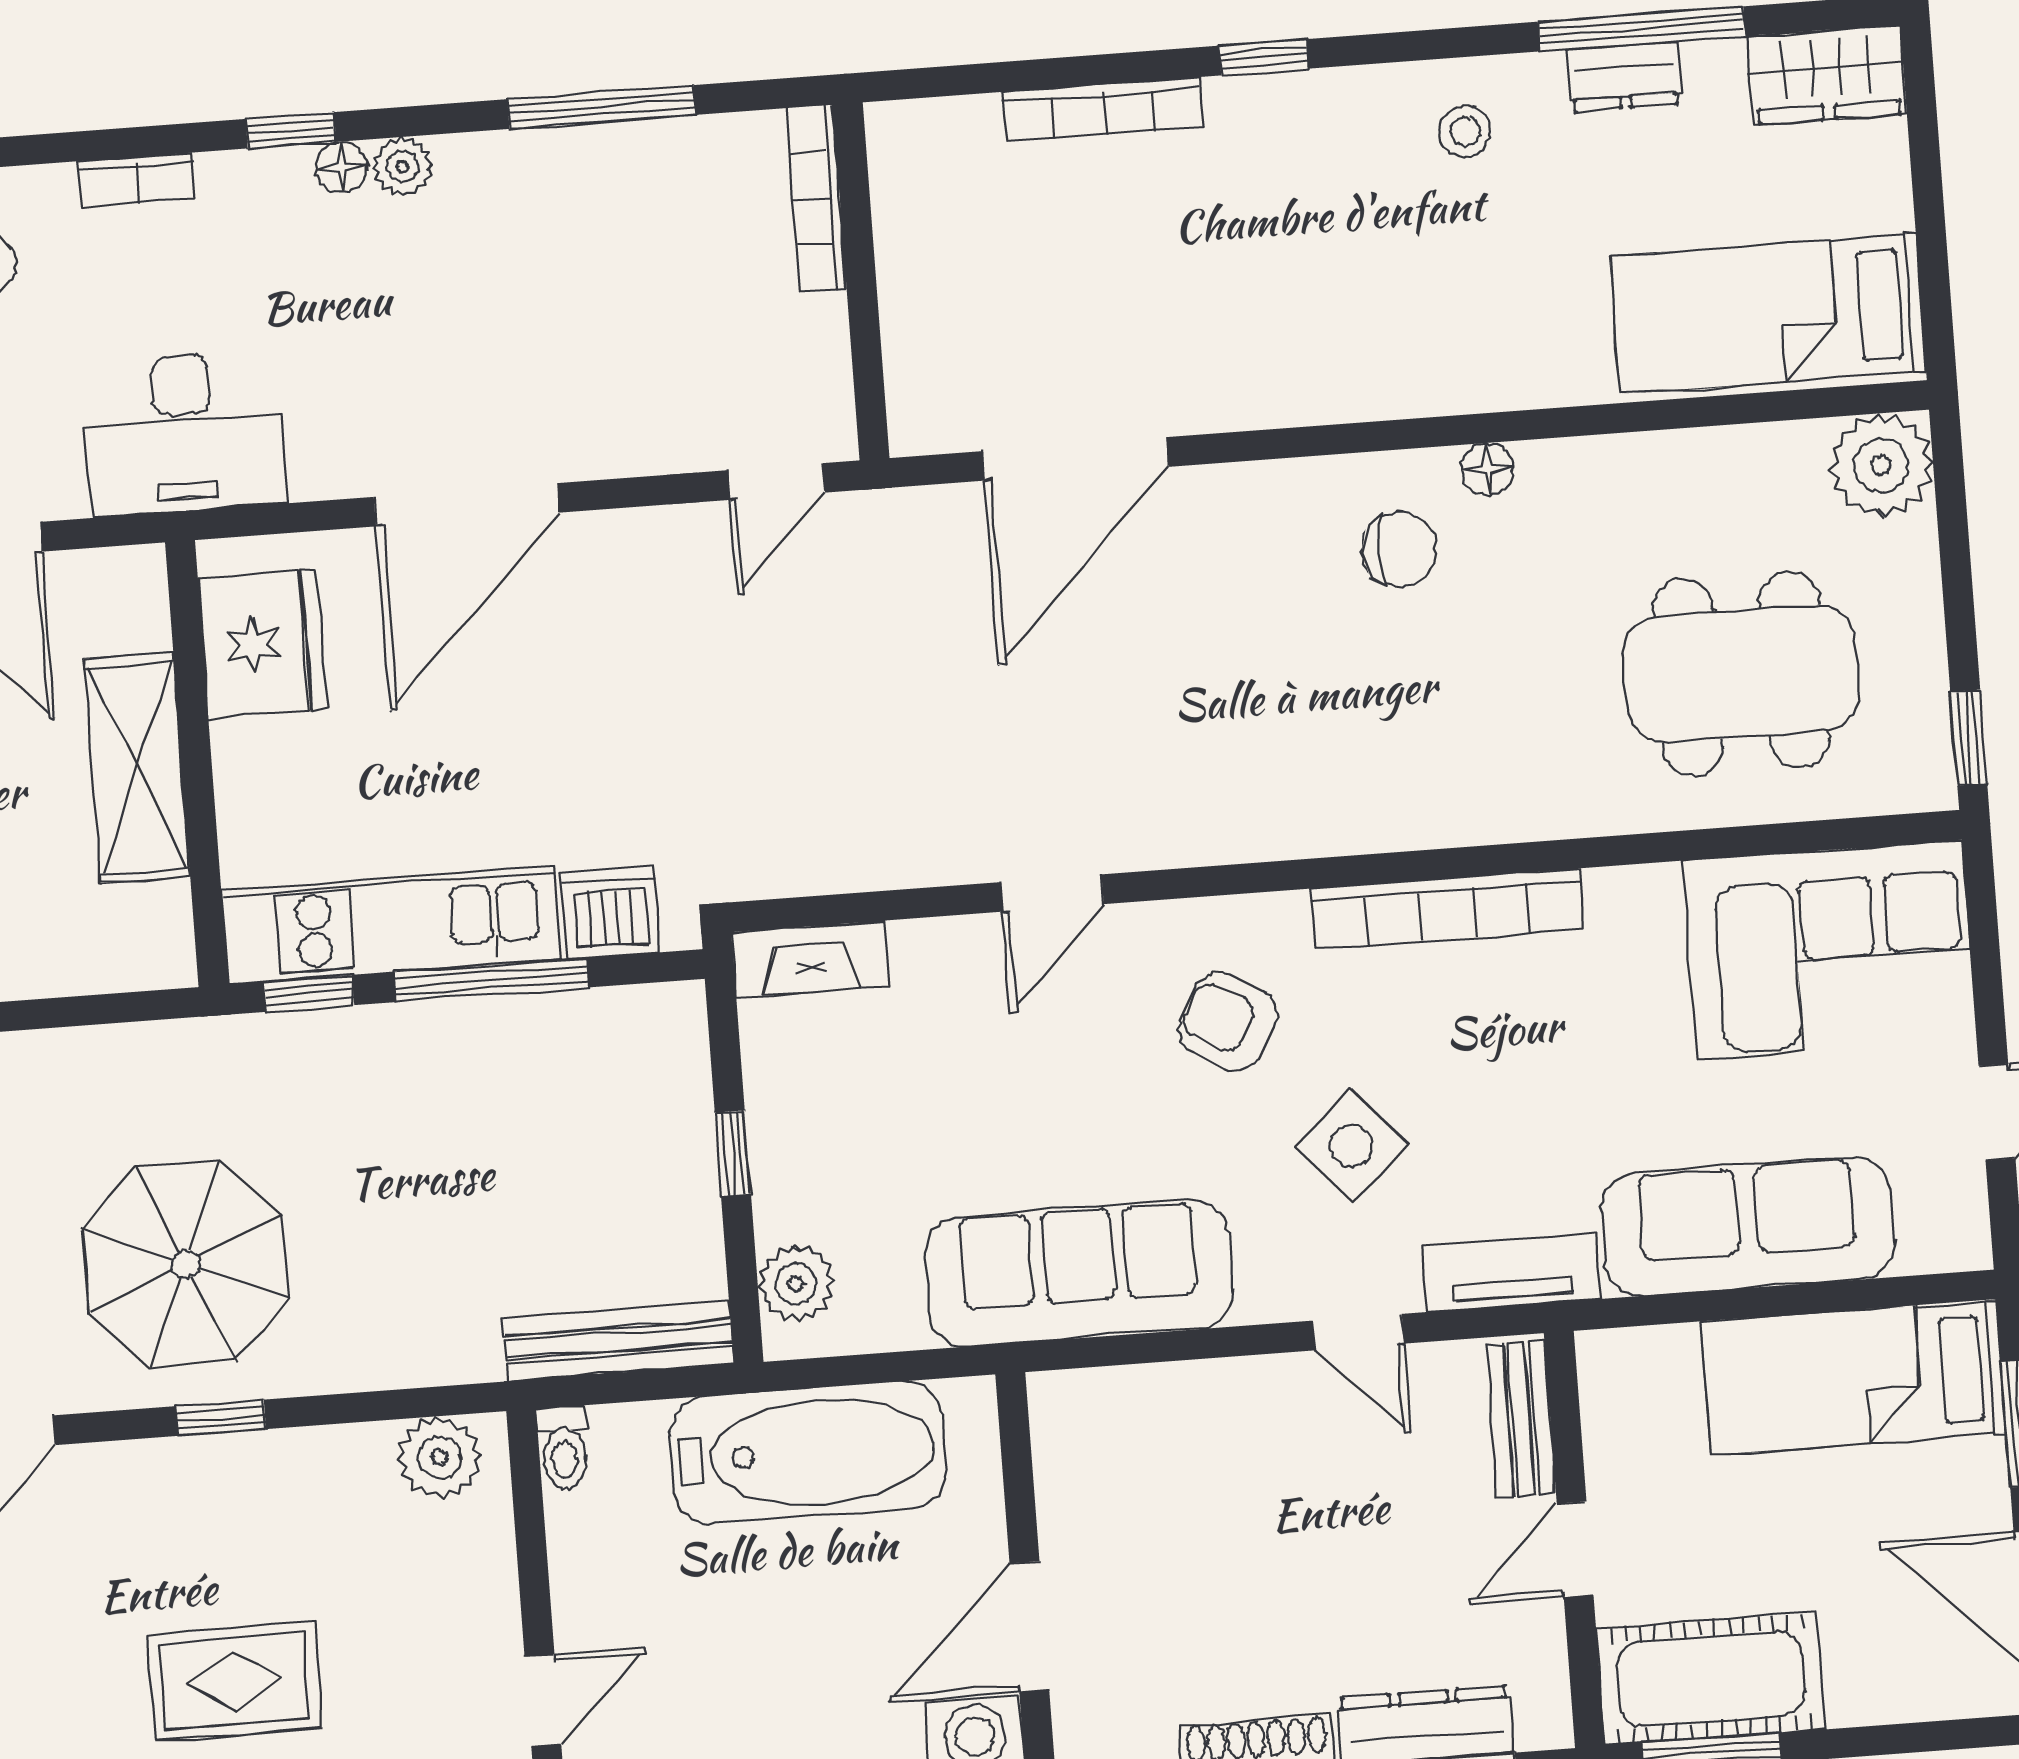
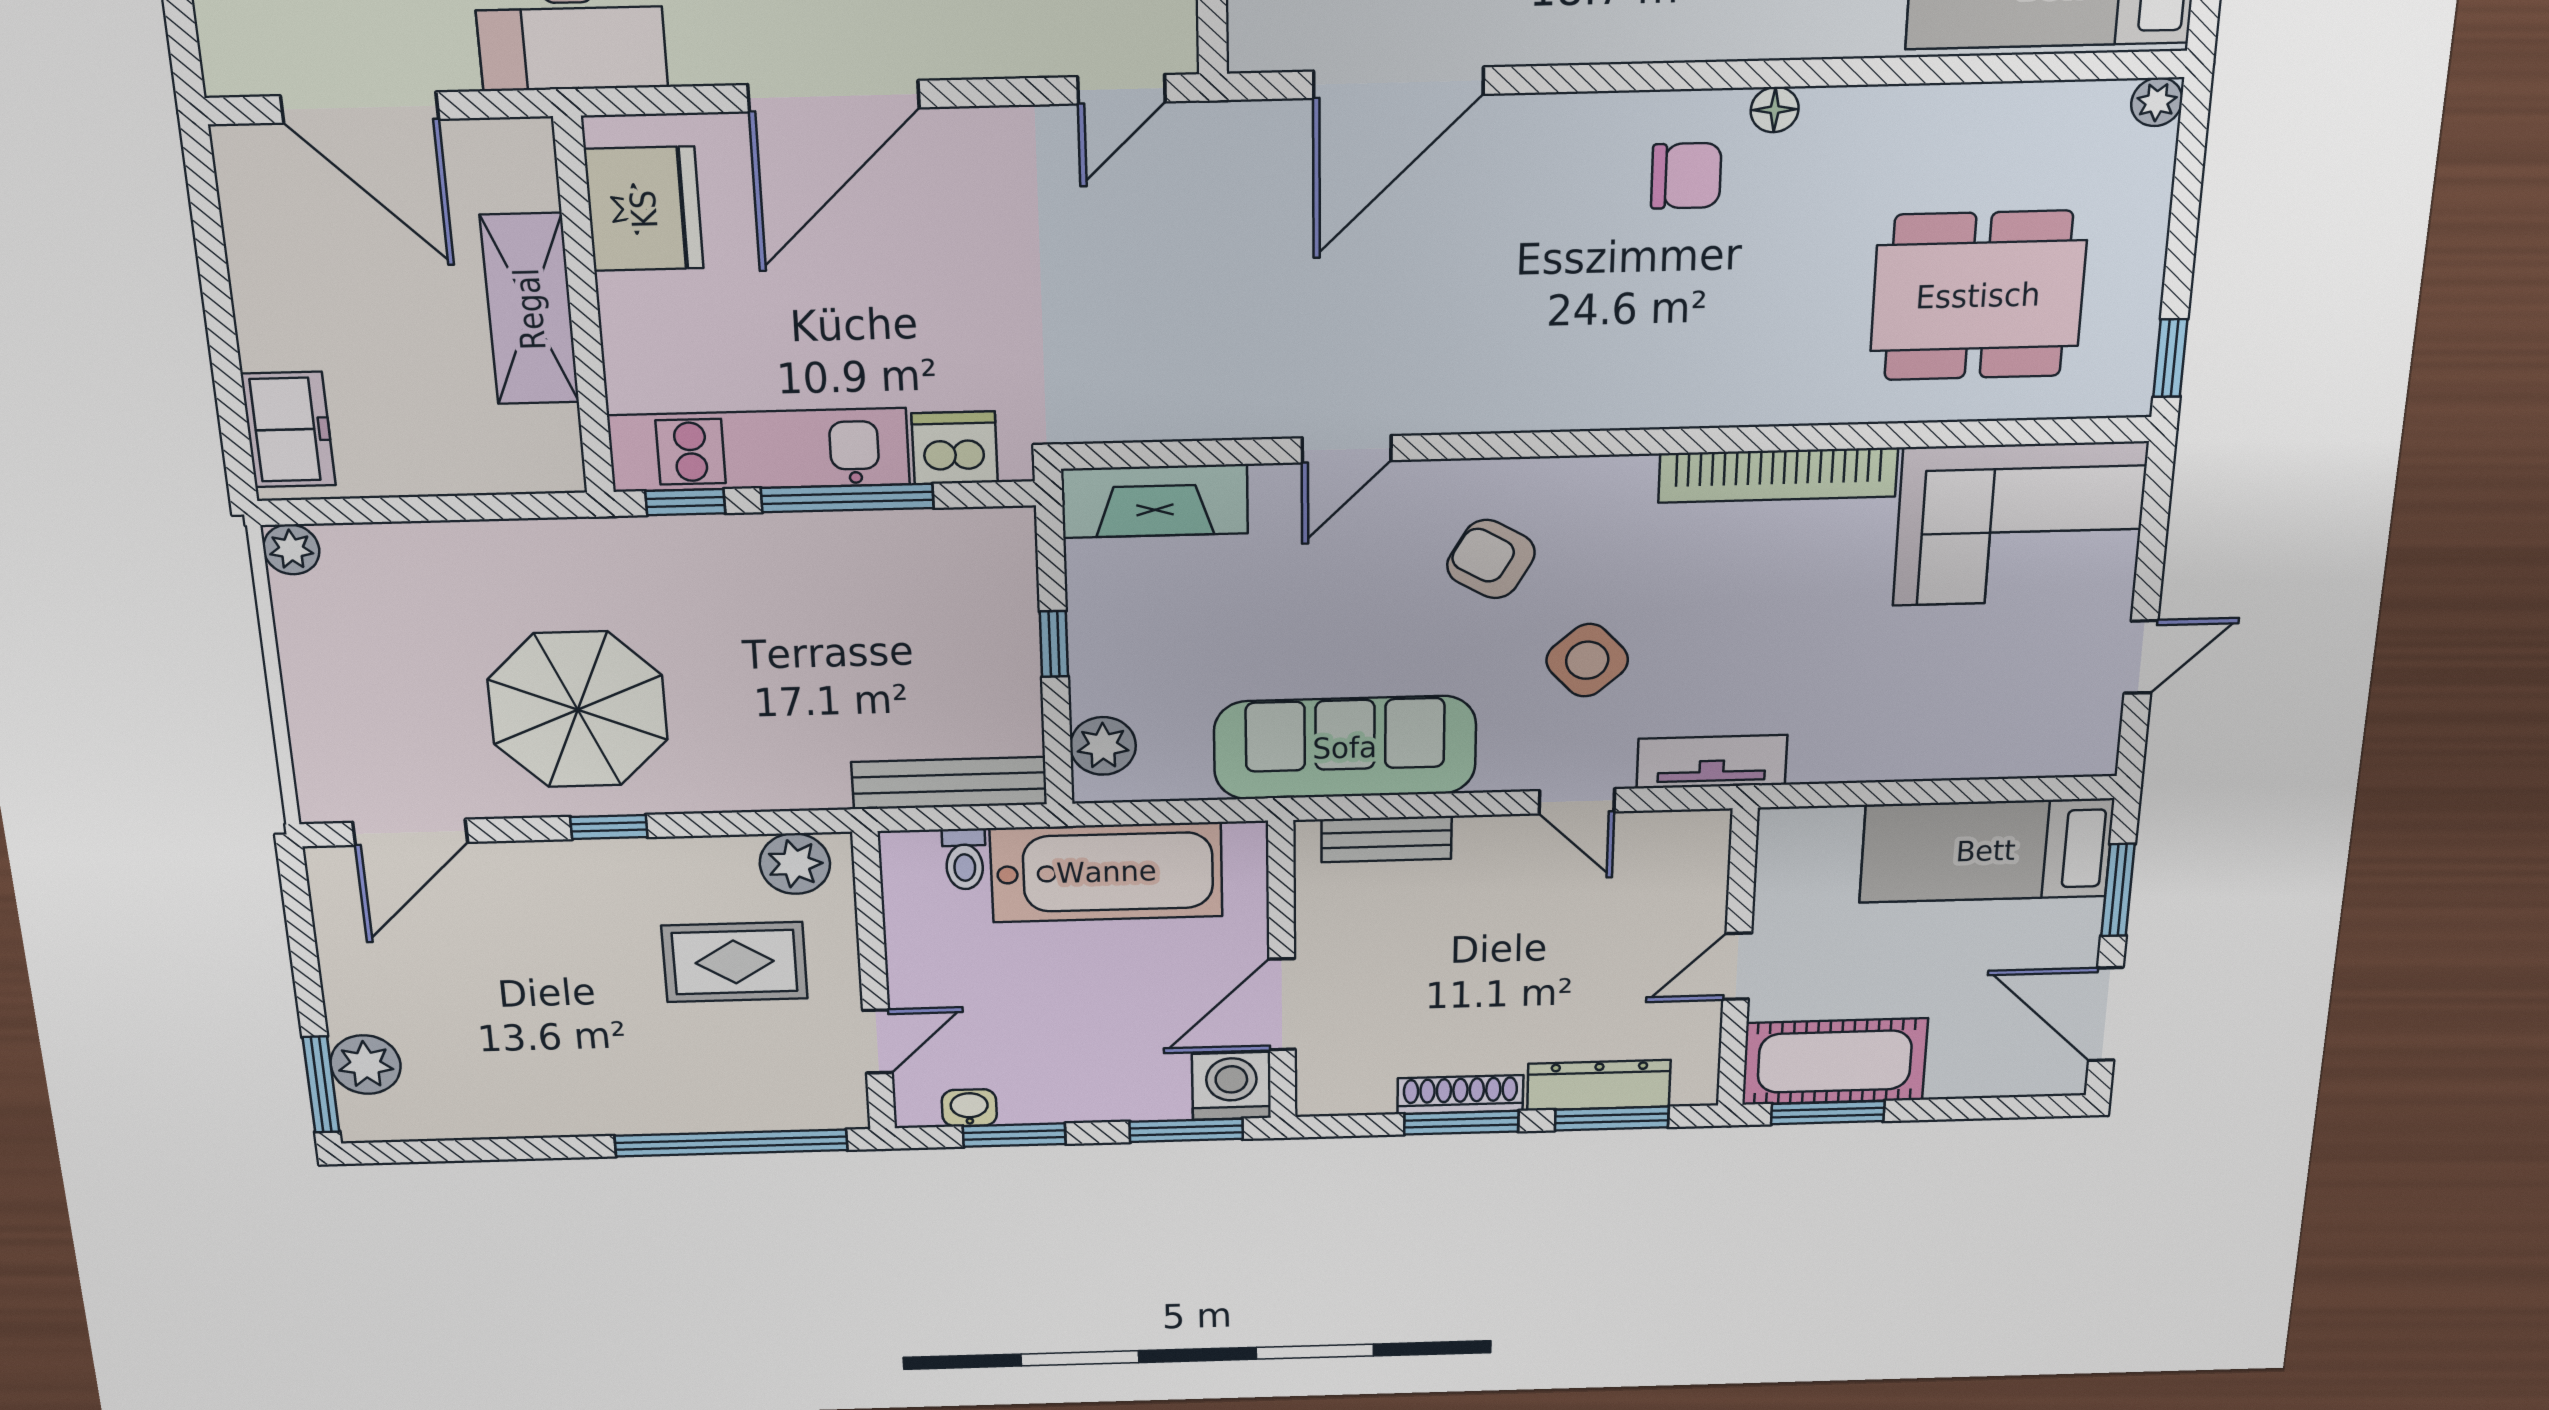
plant: (1881, 465) -> (2157, 102), width x0.53, depth x0.53
bookcase: (1447, 909) -> (1778, 475), moved
fireplace: (810, 959) -> (1155, 501), width x1.37, depth x1.32
sofa: (1748, 1226) -> (1915, 735), removed
bench: (1521, 1419) -> (1386, 839), moved, turned 90
toilet: (564, 1448) -> (964, 859), moved
rug: (234, 1681) -> (735, 962), moved

